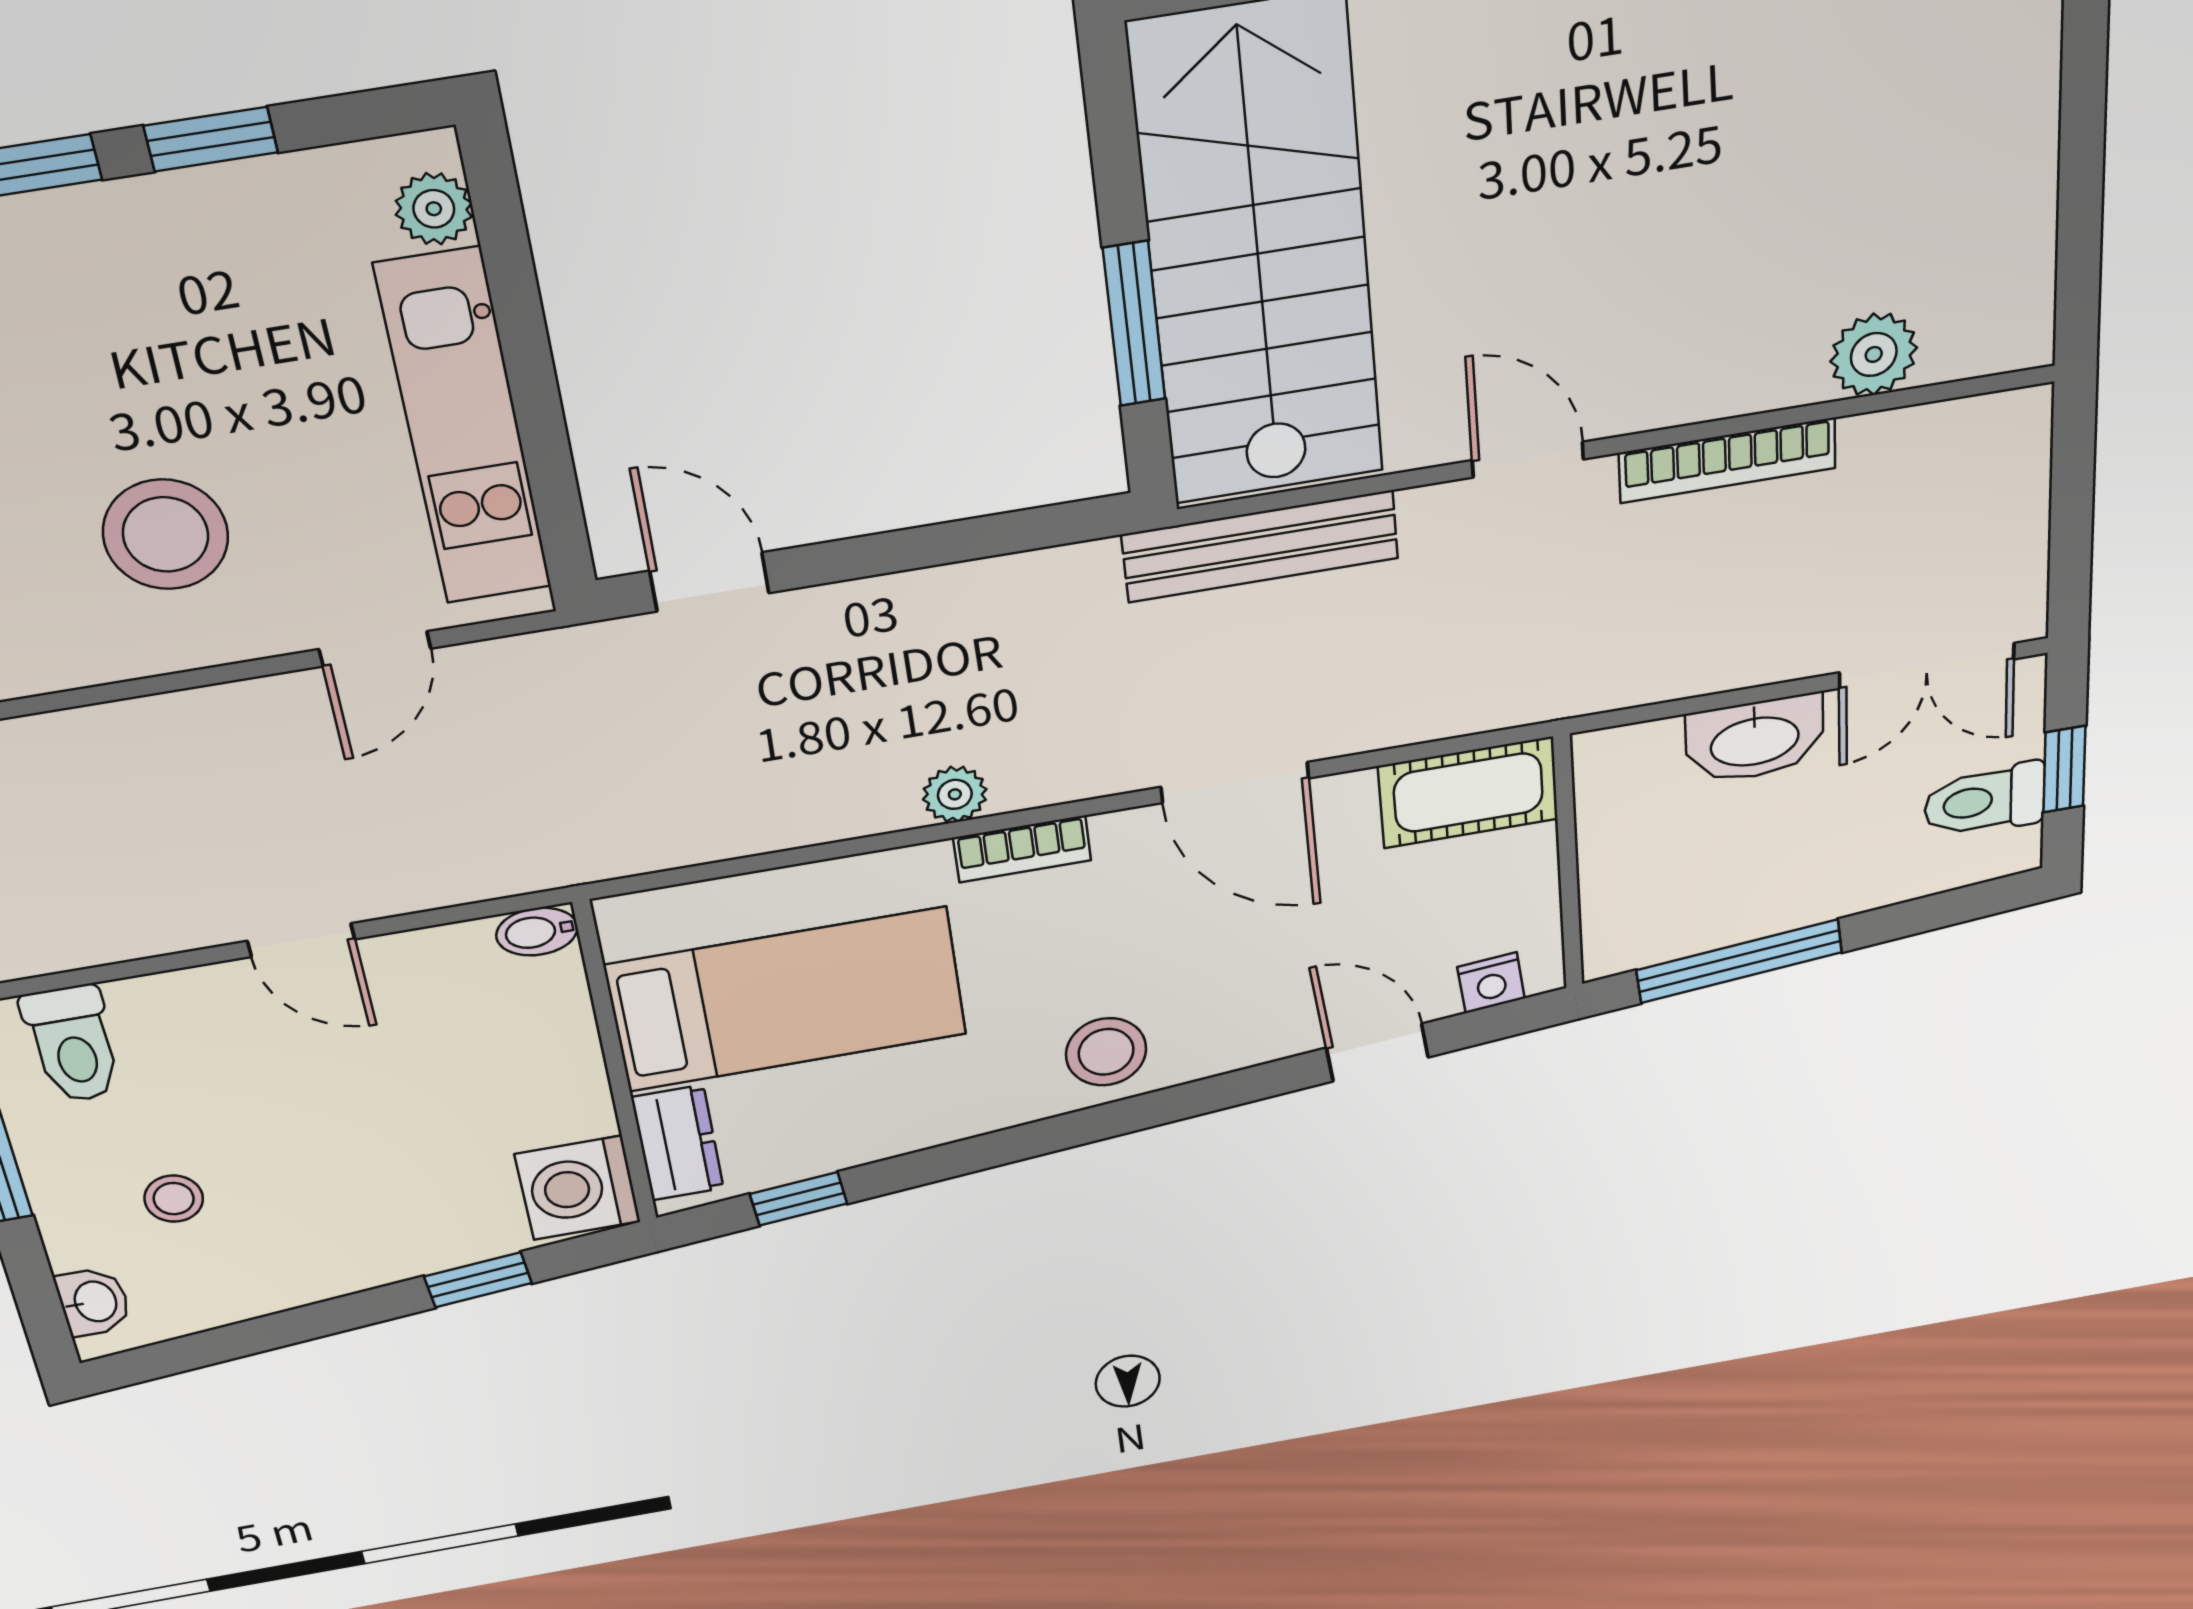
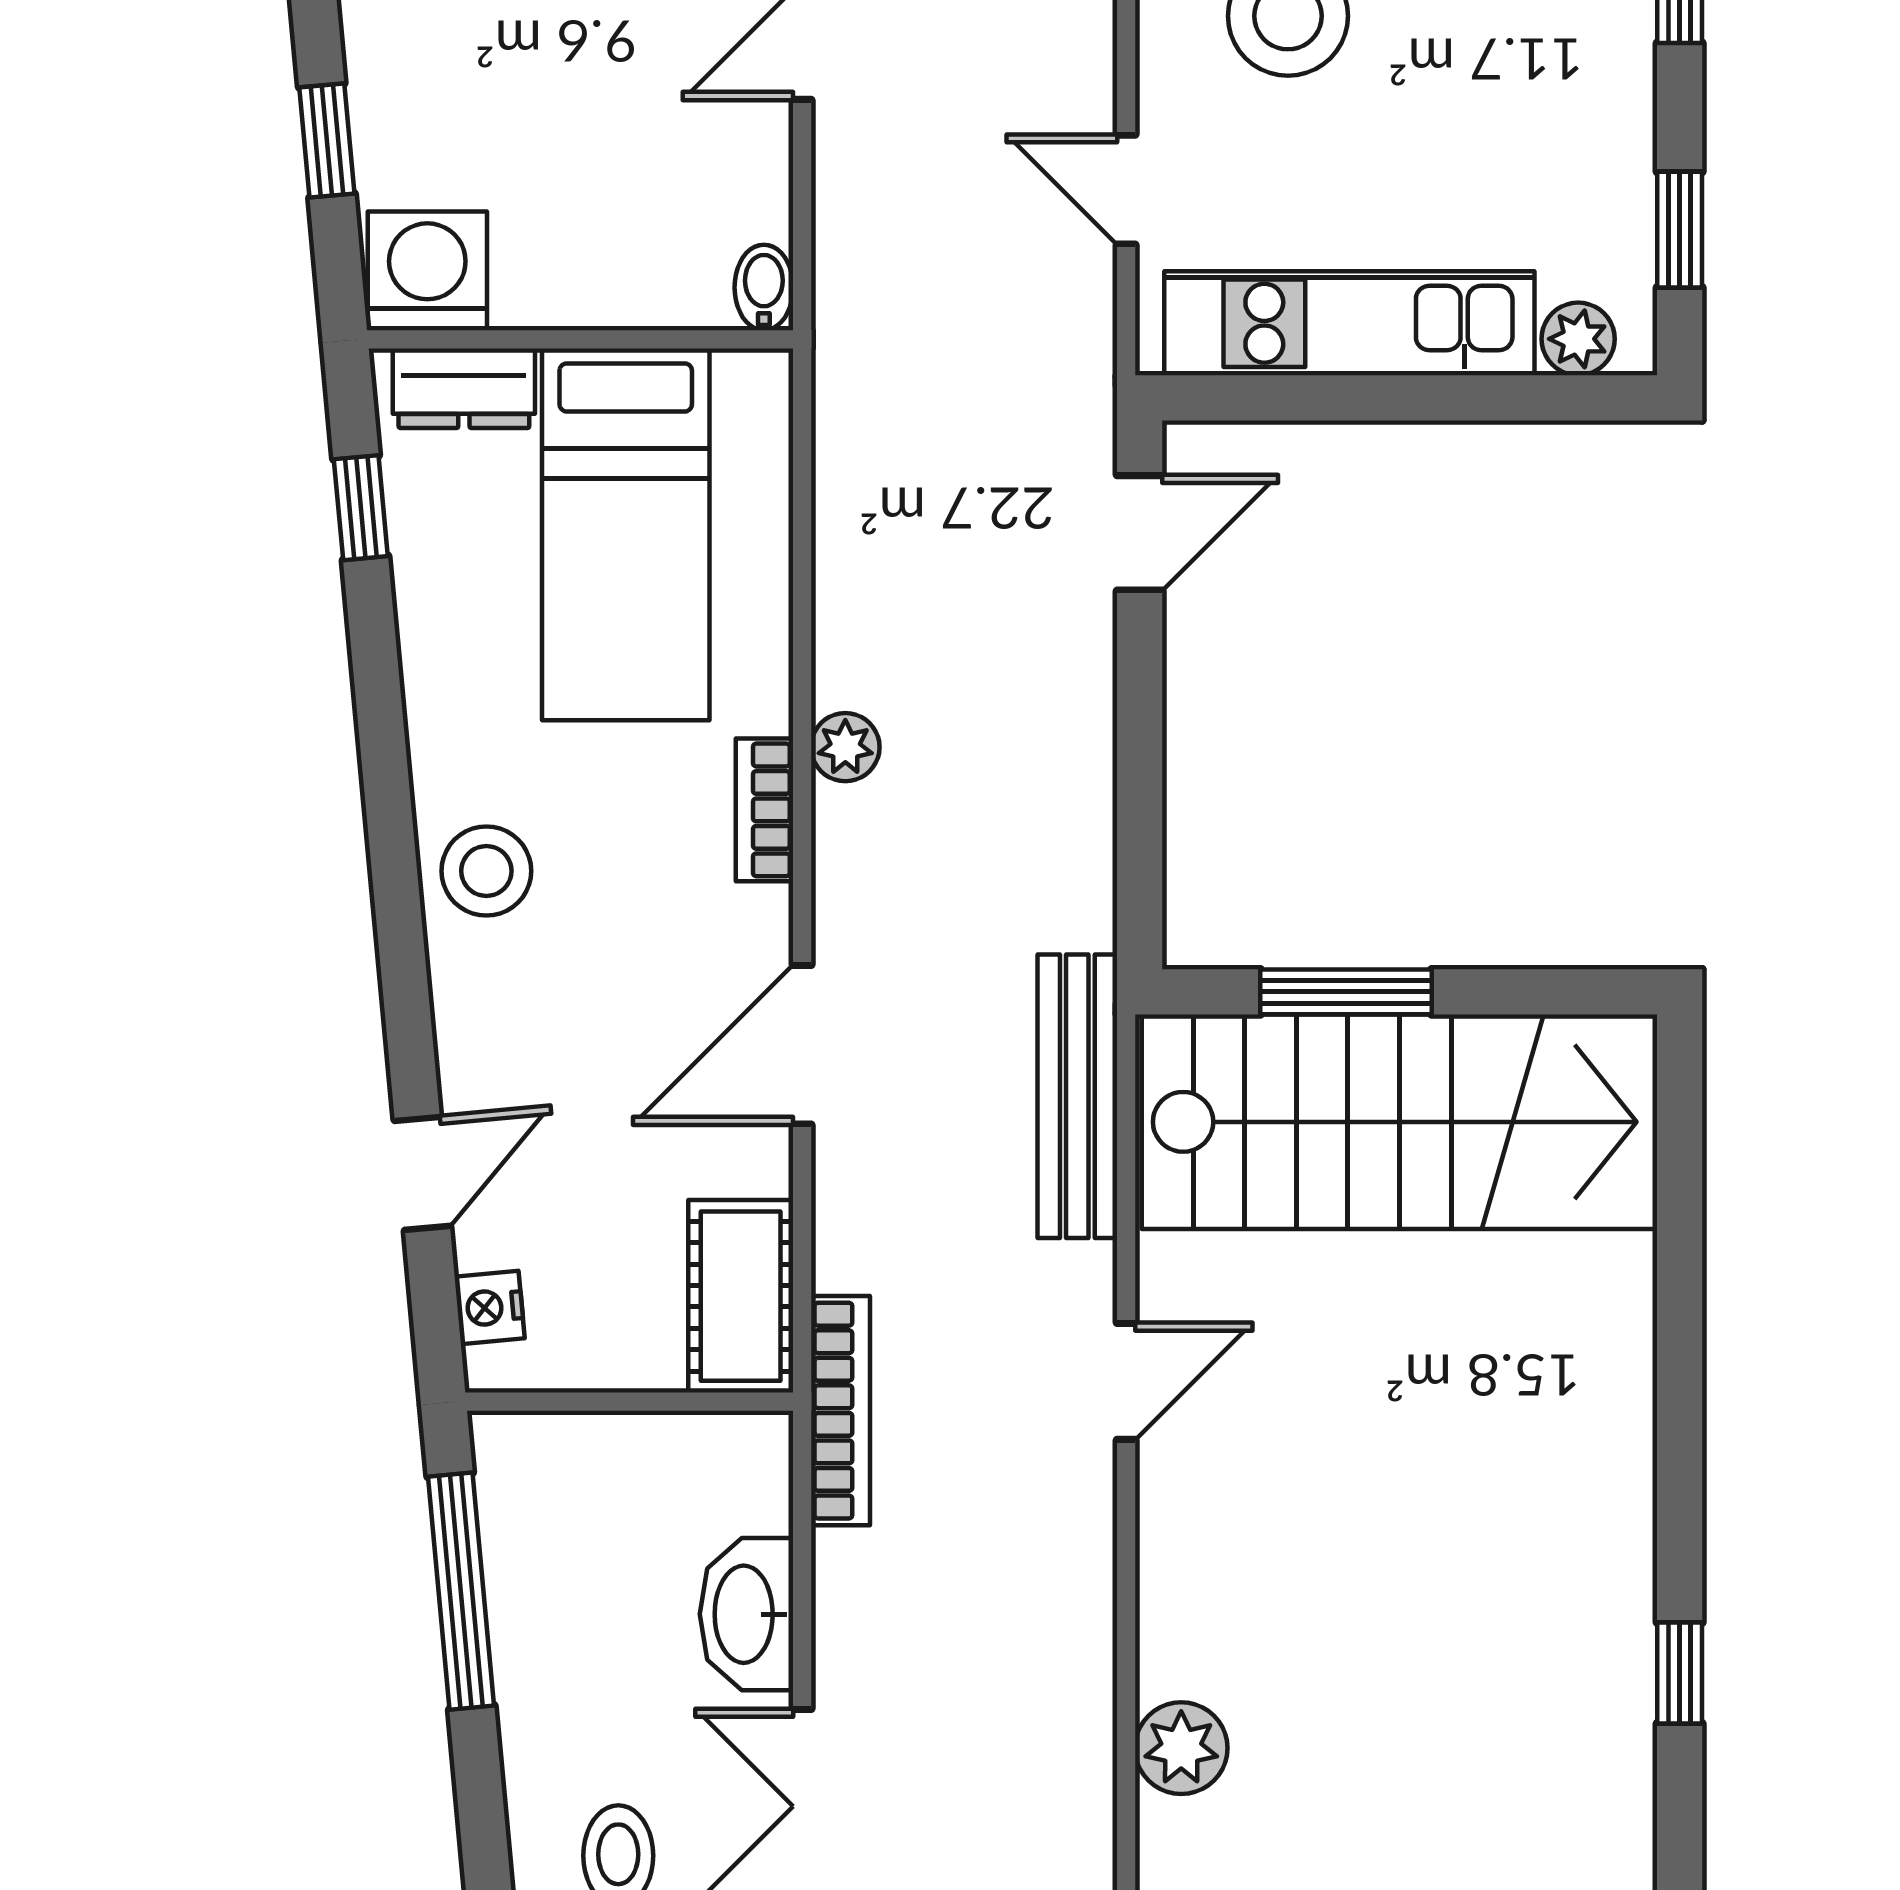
window: (211, 139) -> (1680, 230), moved
bookcase: (1727, 460) -> (840, 1411), moved, turned 180

